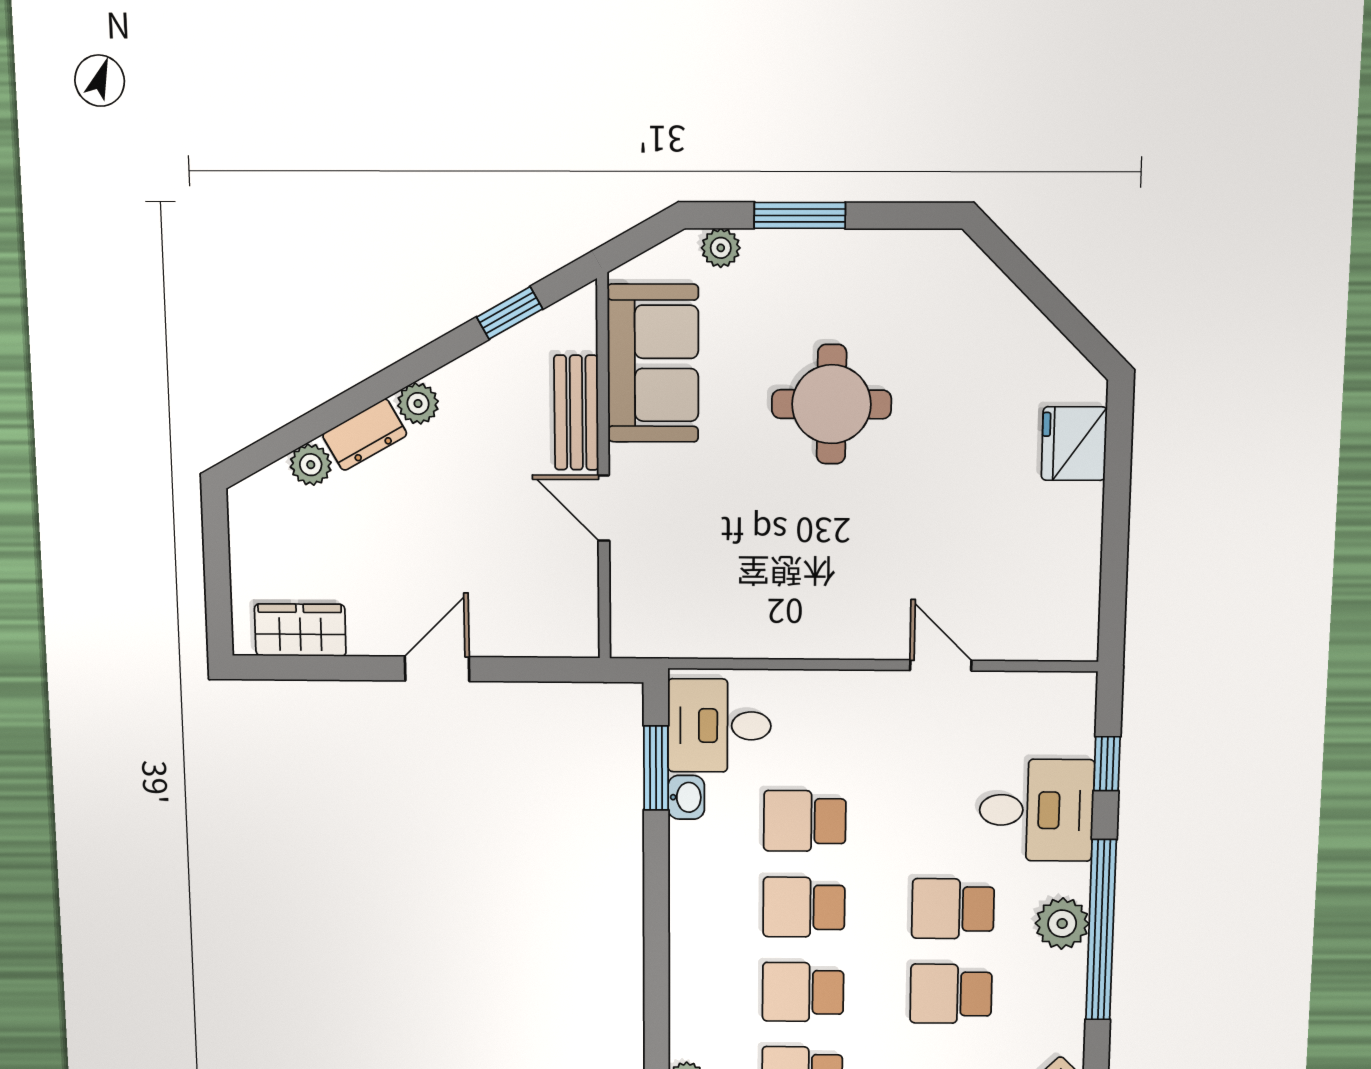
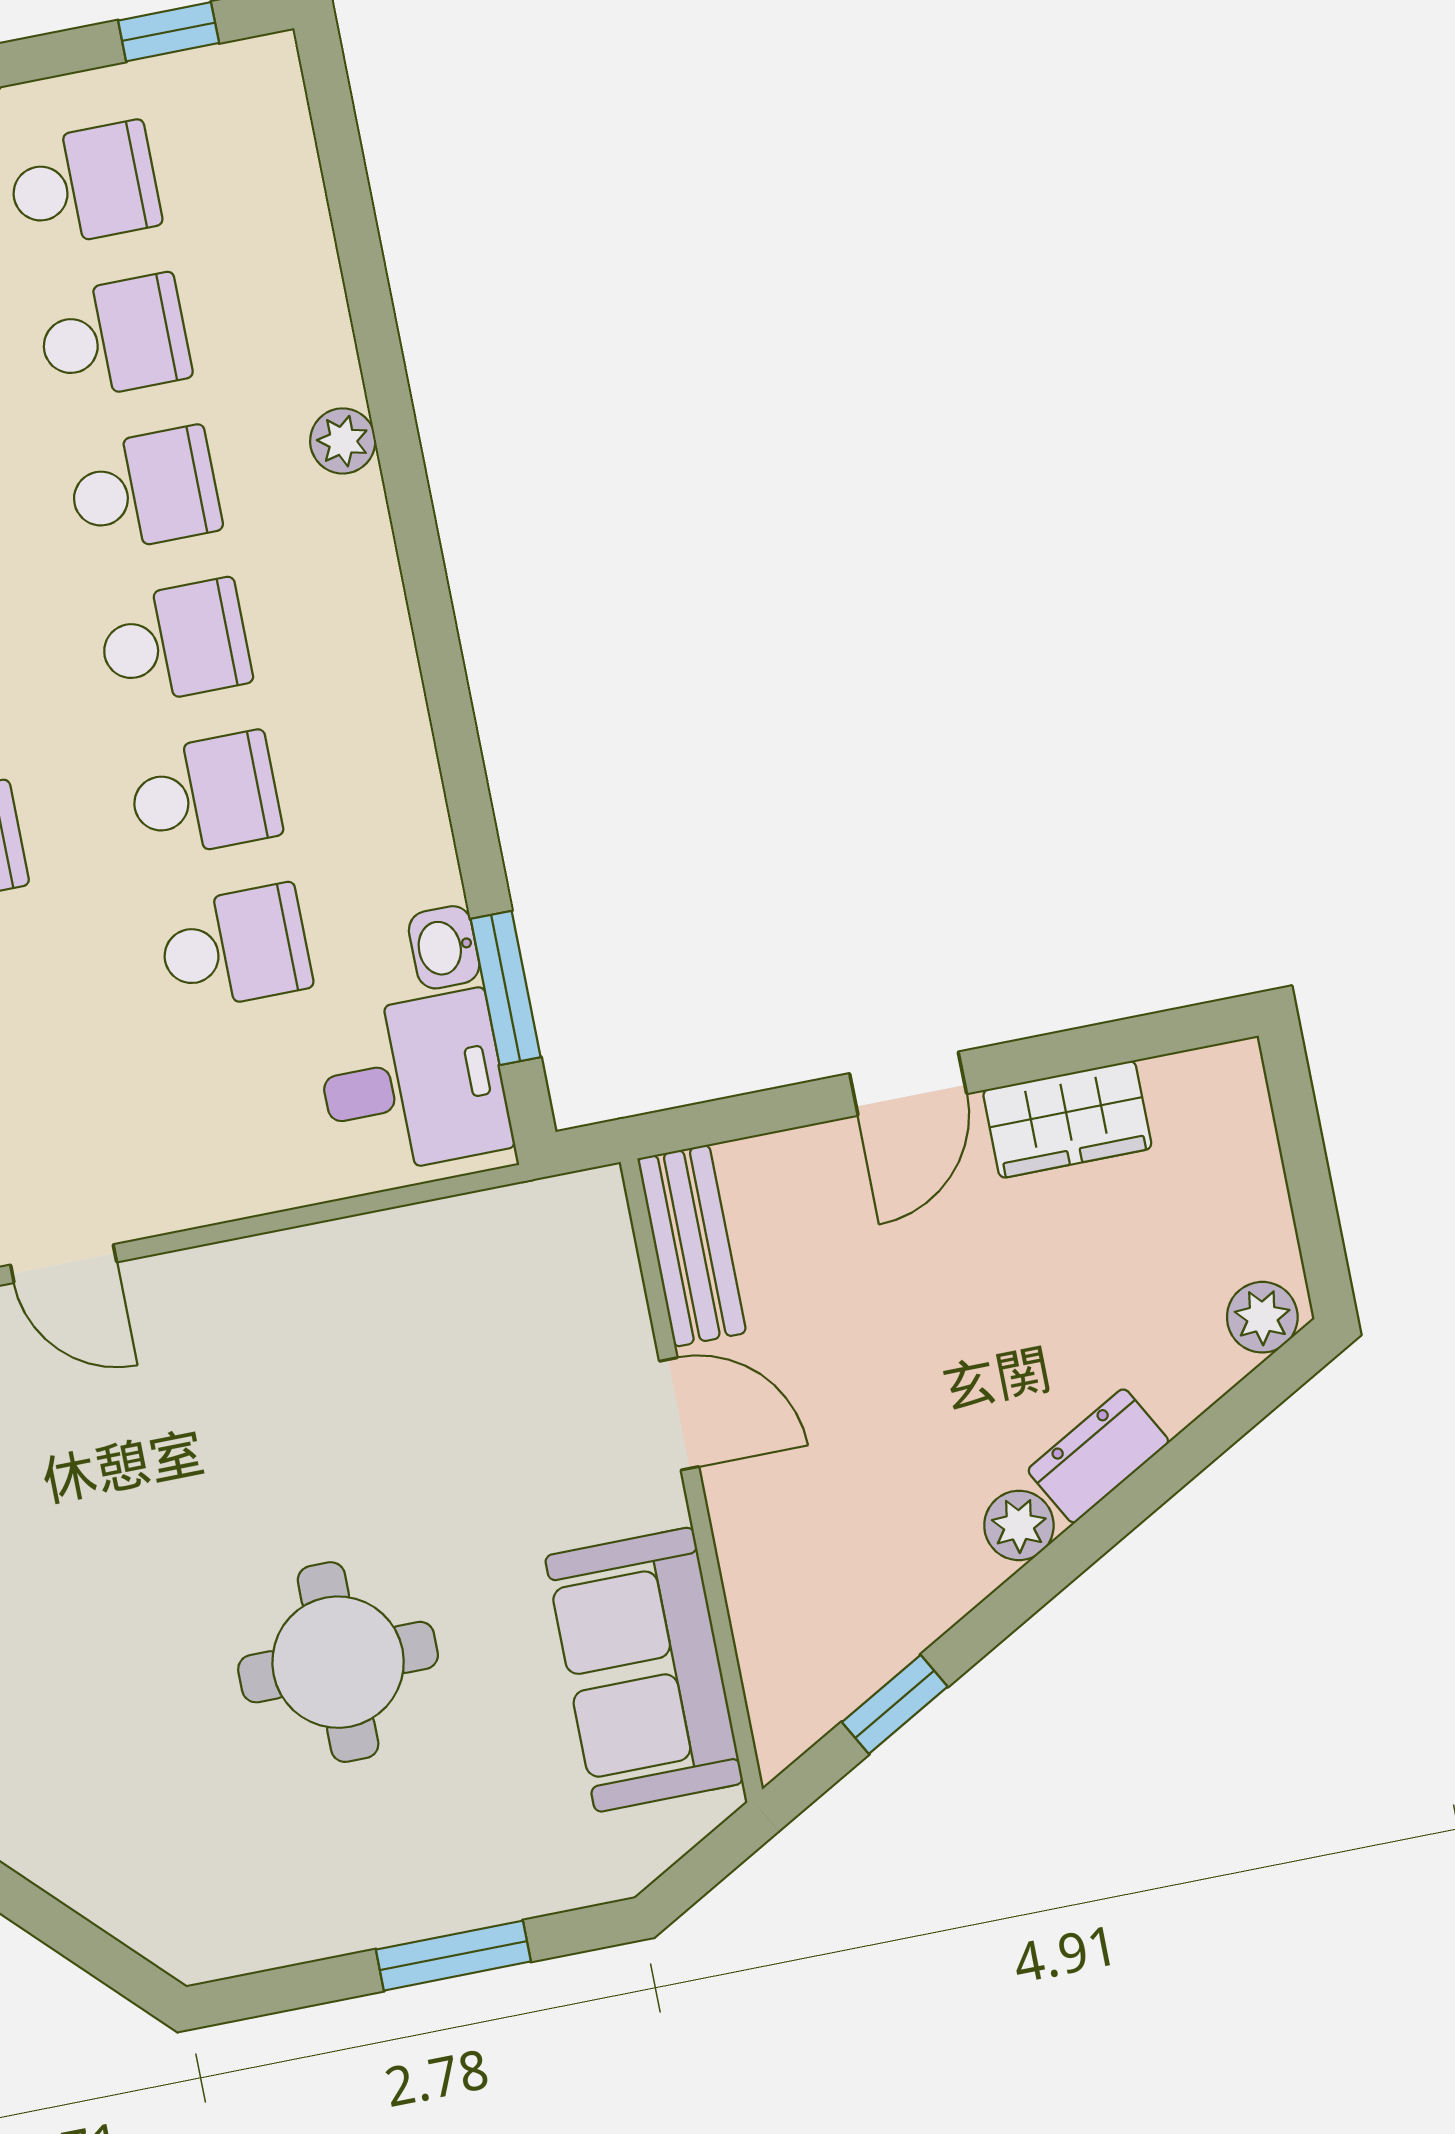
plant: (721, 248) -> (571, 1878), removed
bench: (576, 413) -> (692, 1246), moved
plant: (311, 465) -> (1262, 1317), moved
wardrobe: (300, 630) -> (1067, 1119), moved

